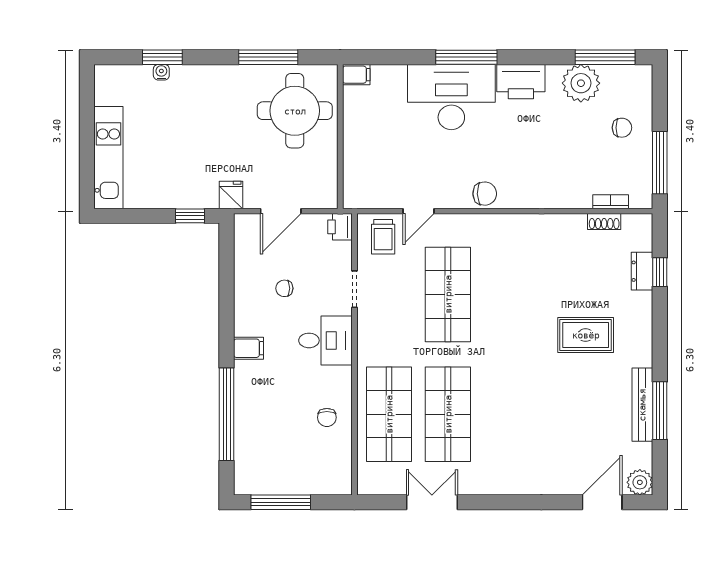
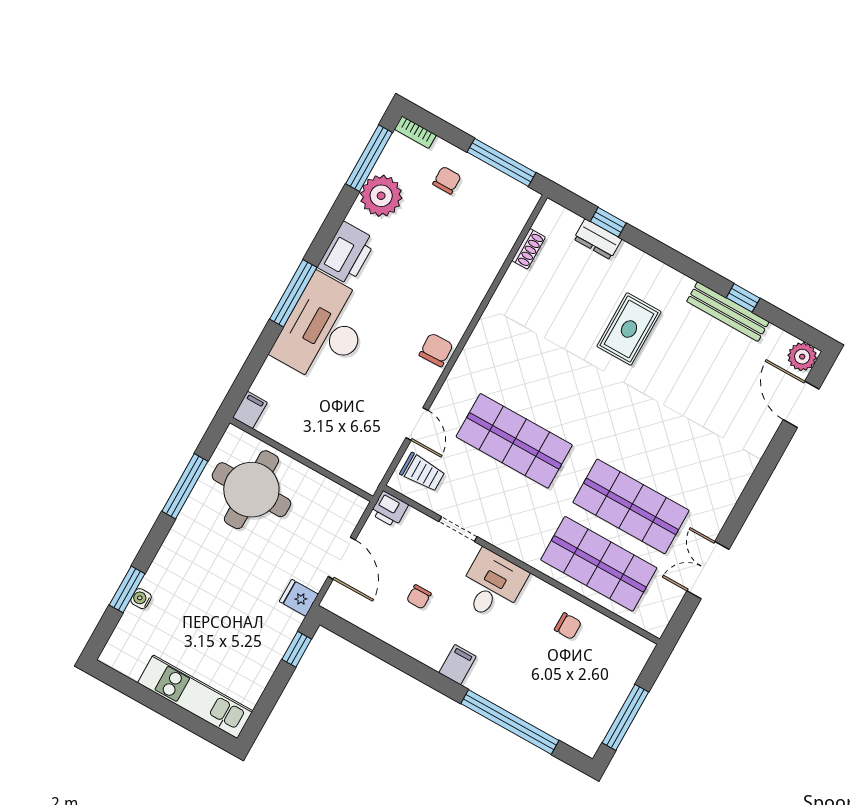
bookcase: (611, 202) -> (415, 132), moved, turned -90
window: (660, 411) -> (743, 298), width x0.46

